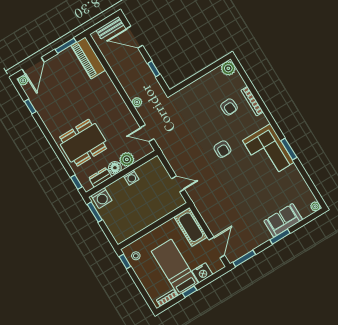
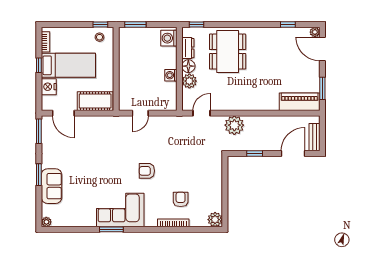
plant: (137, 102) -> (234, 125), width x1.88, depth x1.88
armchair: (229, 107) -> (181, 199), turned 94
window: (95, 212) -> (135, 24), moved

